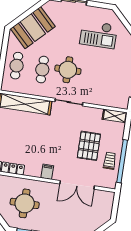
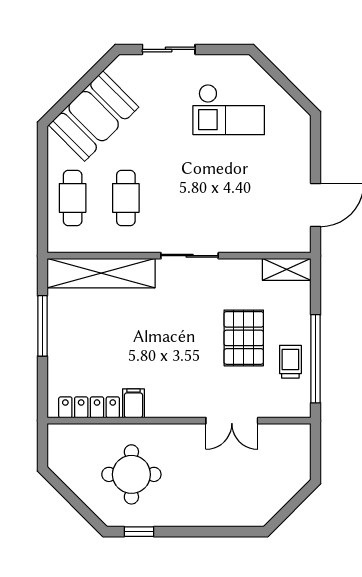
round table: (68, 70) -> (178, 191), removed
filing cabinet: (47, 172) -> (133, 403), moved
double door: (77, 185) -> (232, 421), width x0.73

